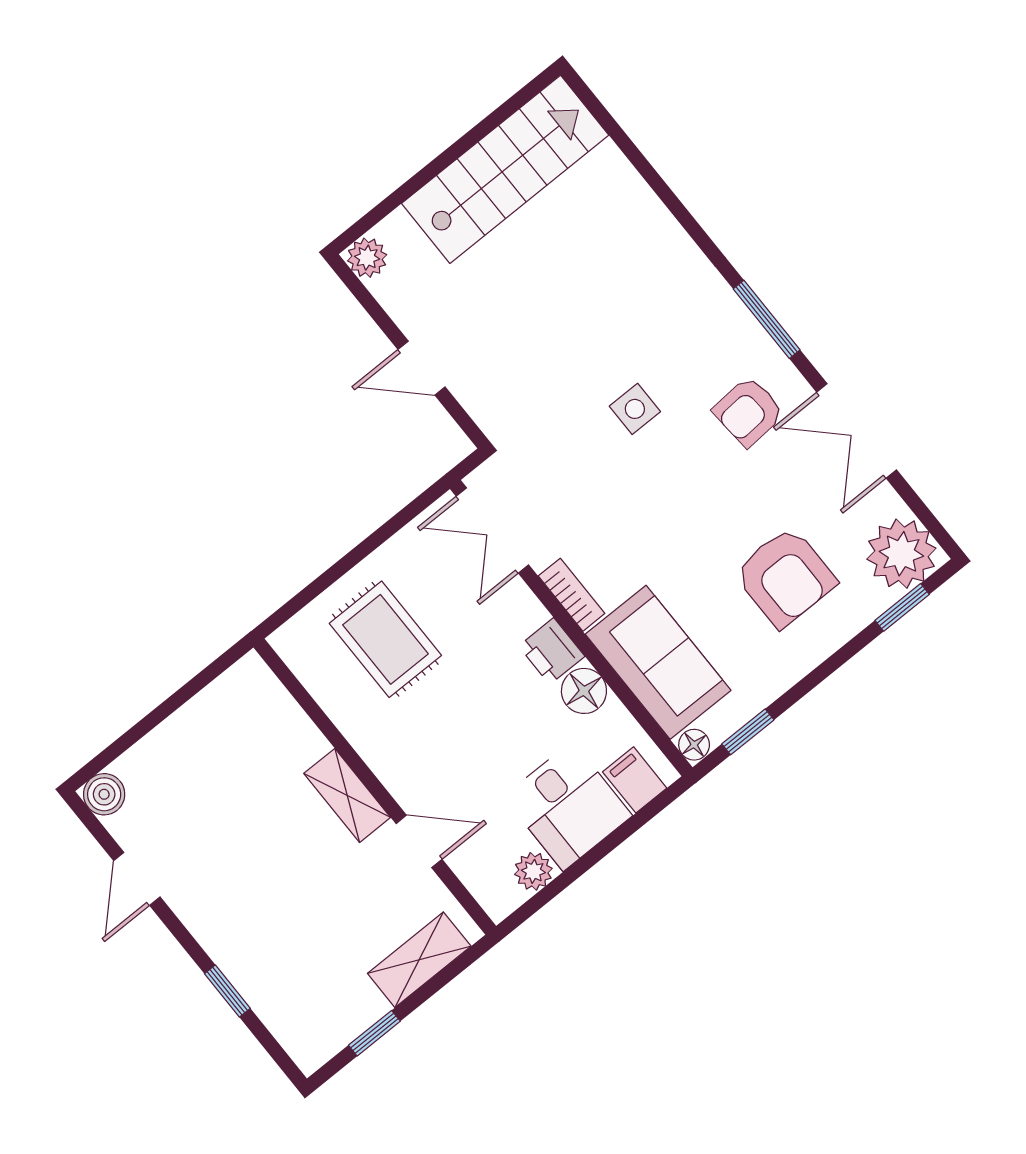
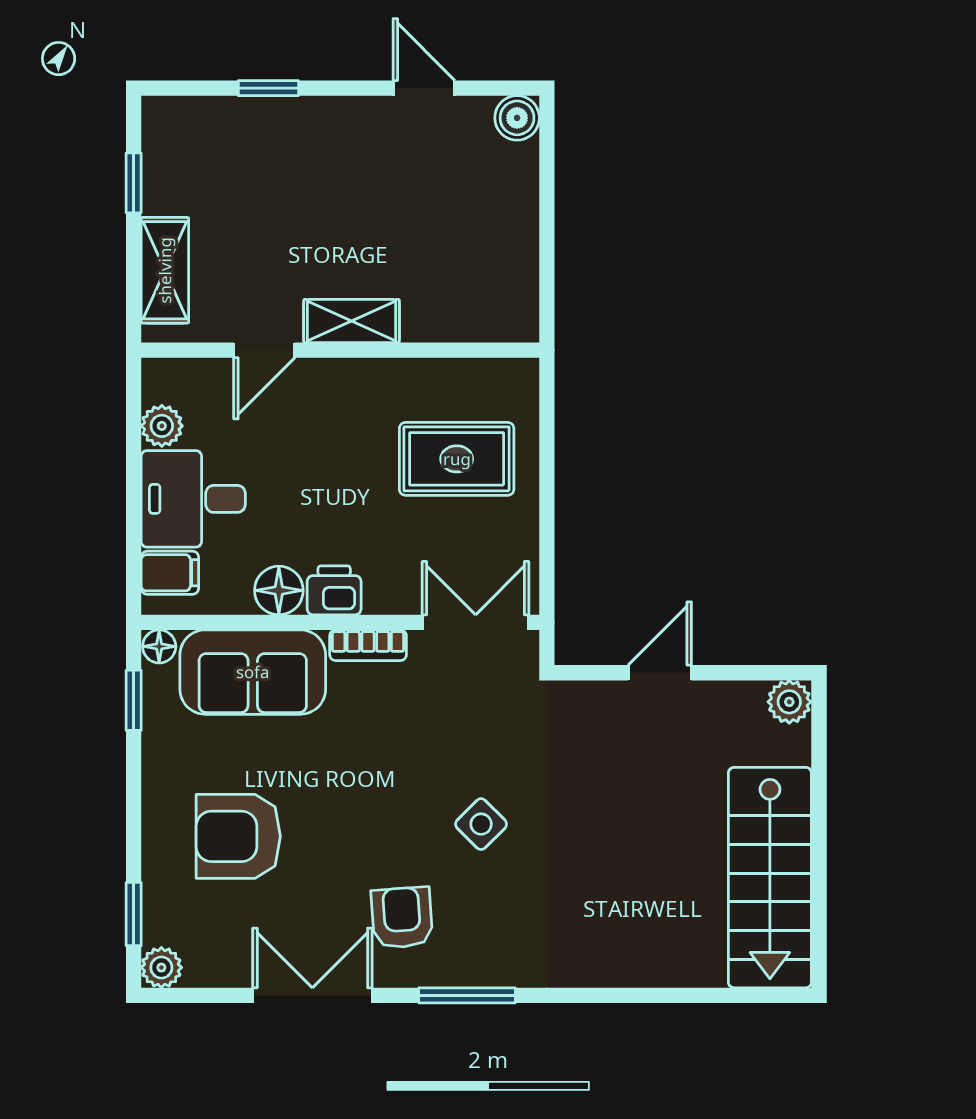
side table: (635, 409) -> (481, 824), turned 45
plant: (901, 554) -> (161, 968), width x0.53, depth x0.53

